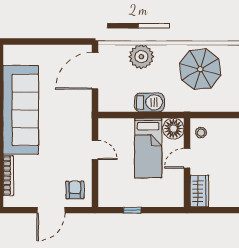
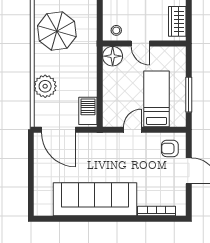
barbecue: (149, 102) -> (88, 111), moved
bed: (148, 148) -> (157, 99), moved, turned -90
wardrobe: (199, 191) -> (177, 21), moved, turned -90
window: (132, 210) -> (189, 95), width x2.17

